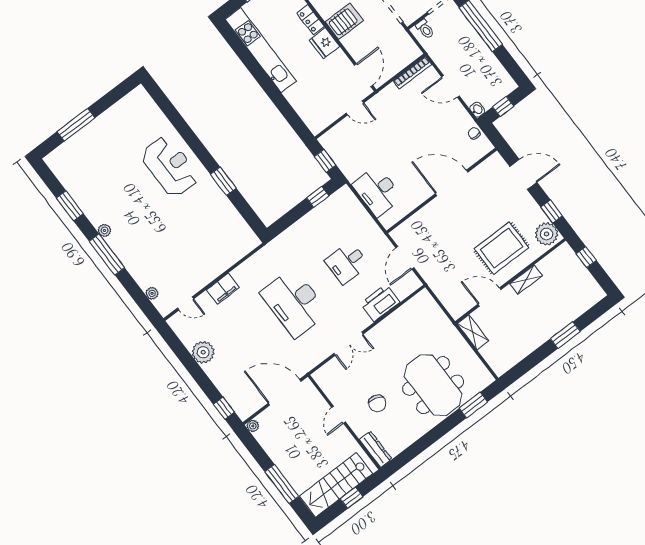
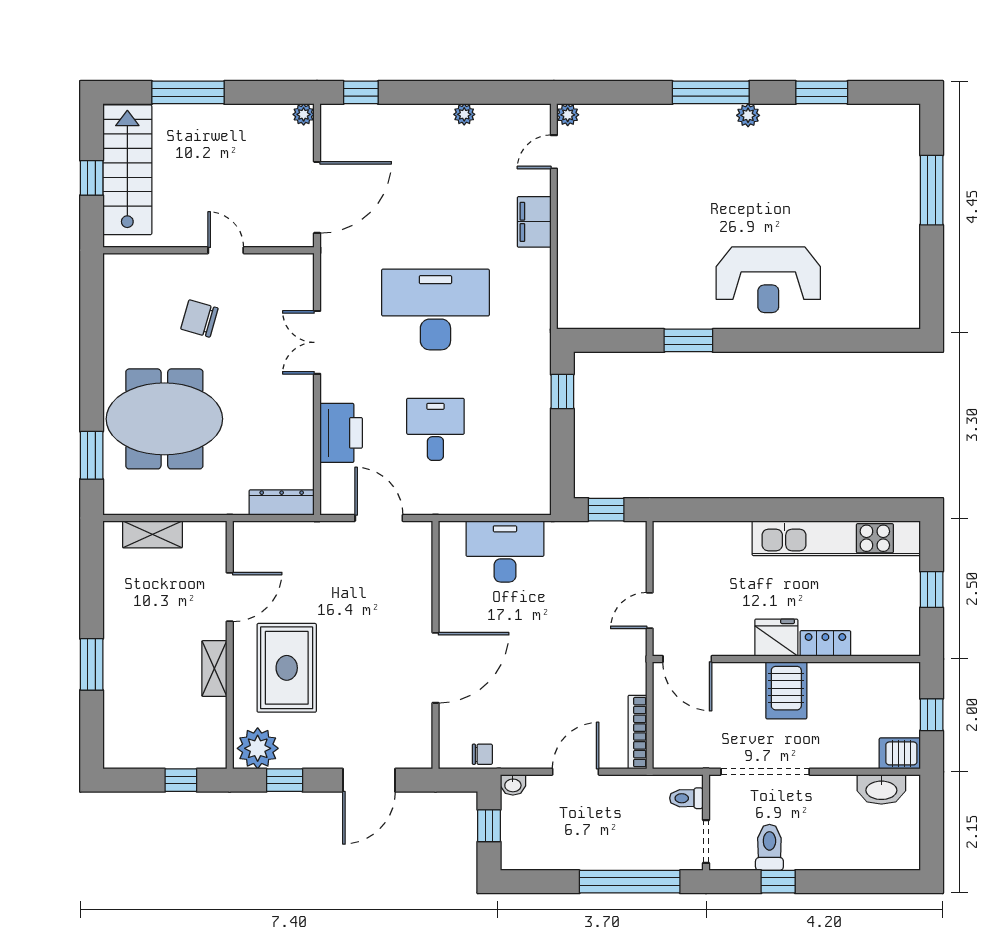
window: (318, 197) -> (562, 392), moved
plant: (152, 293) -> (568, 115), moved
shelving: (473, 332) -> (152, 534), moved
plant: (203, 352) -> (464, 114), width x0.53, depth x0.53
dresser: (376, 449) -> (282, 503), moved, turned 180

